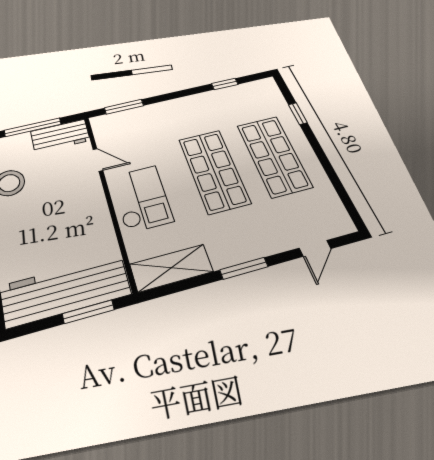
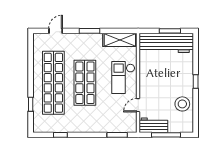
shop shelf: (274, 156) -> (53, 83), width x1.40
door: (98, 160) -> (138, 105), hinge flipped
window: (88, 312) -> (170, 31), moved

